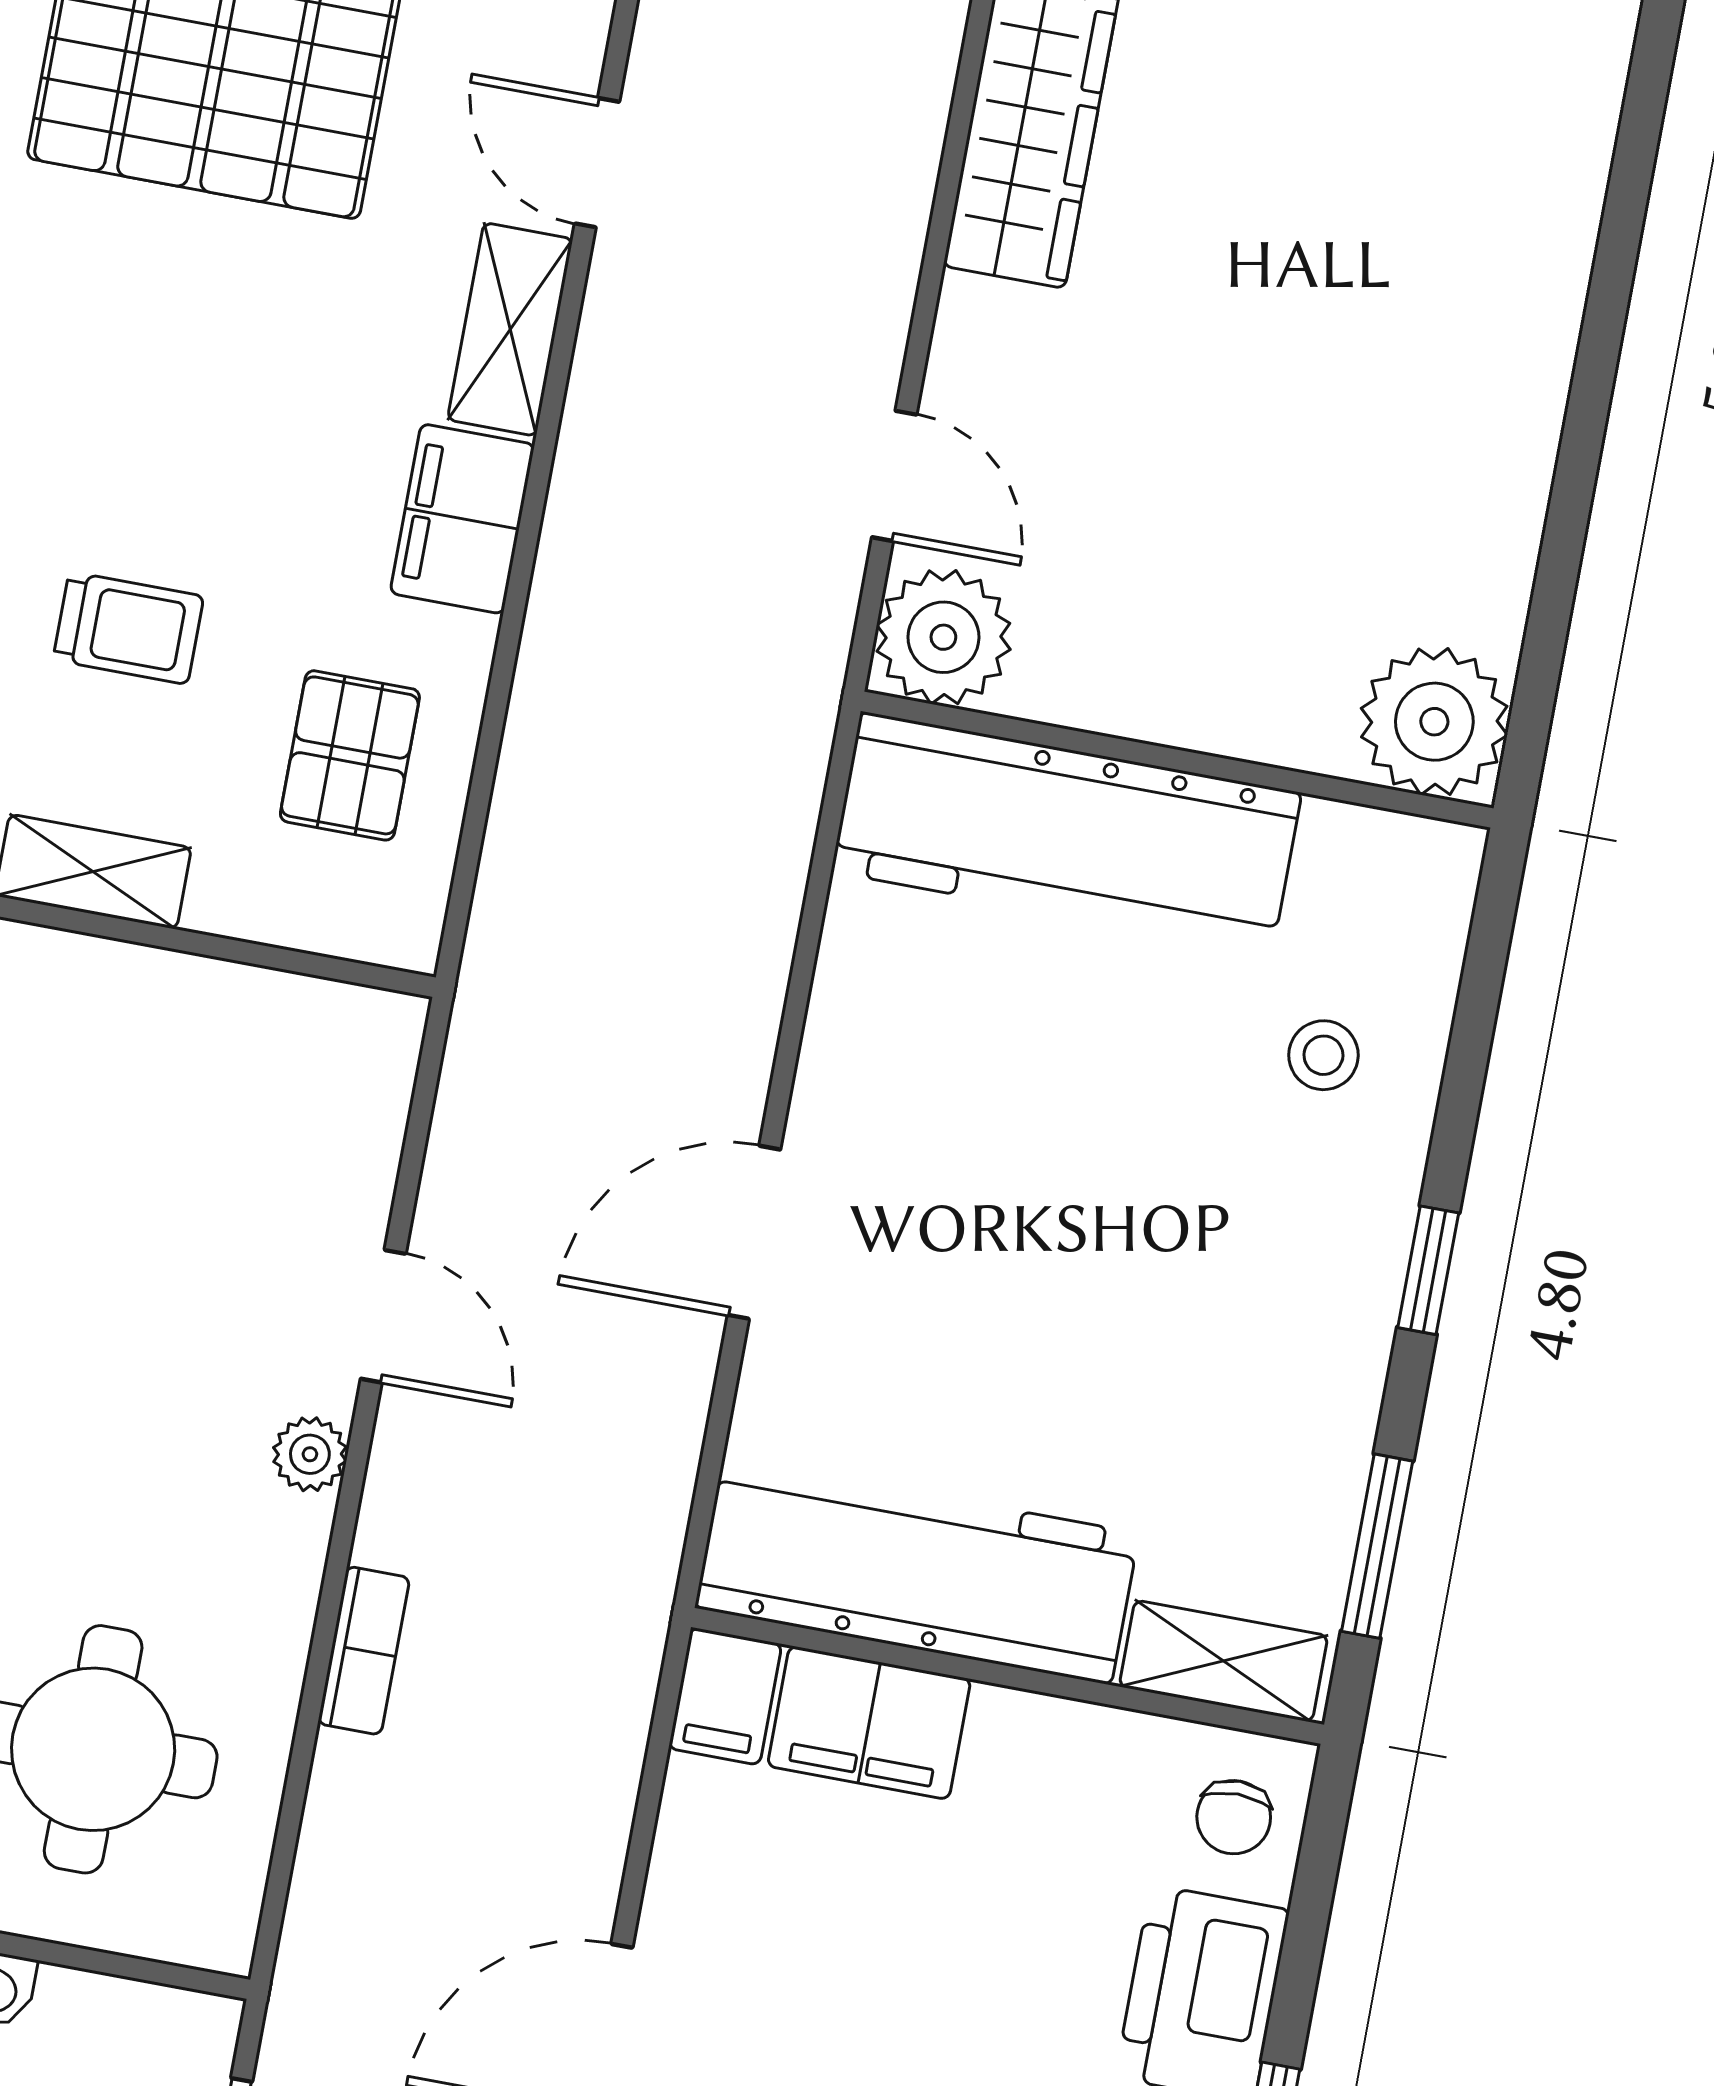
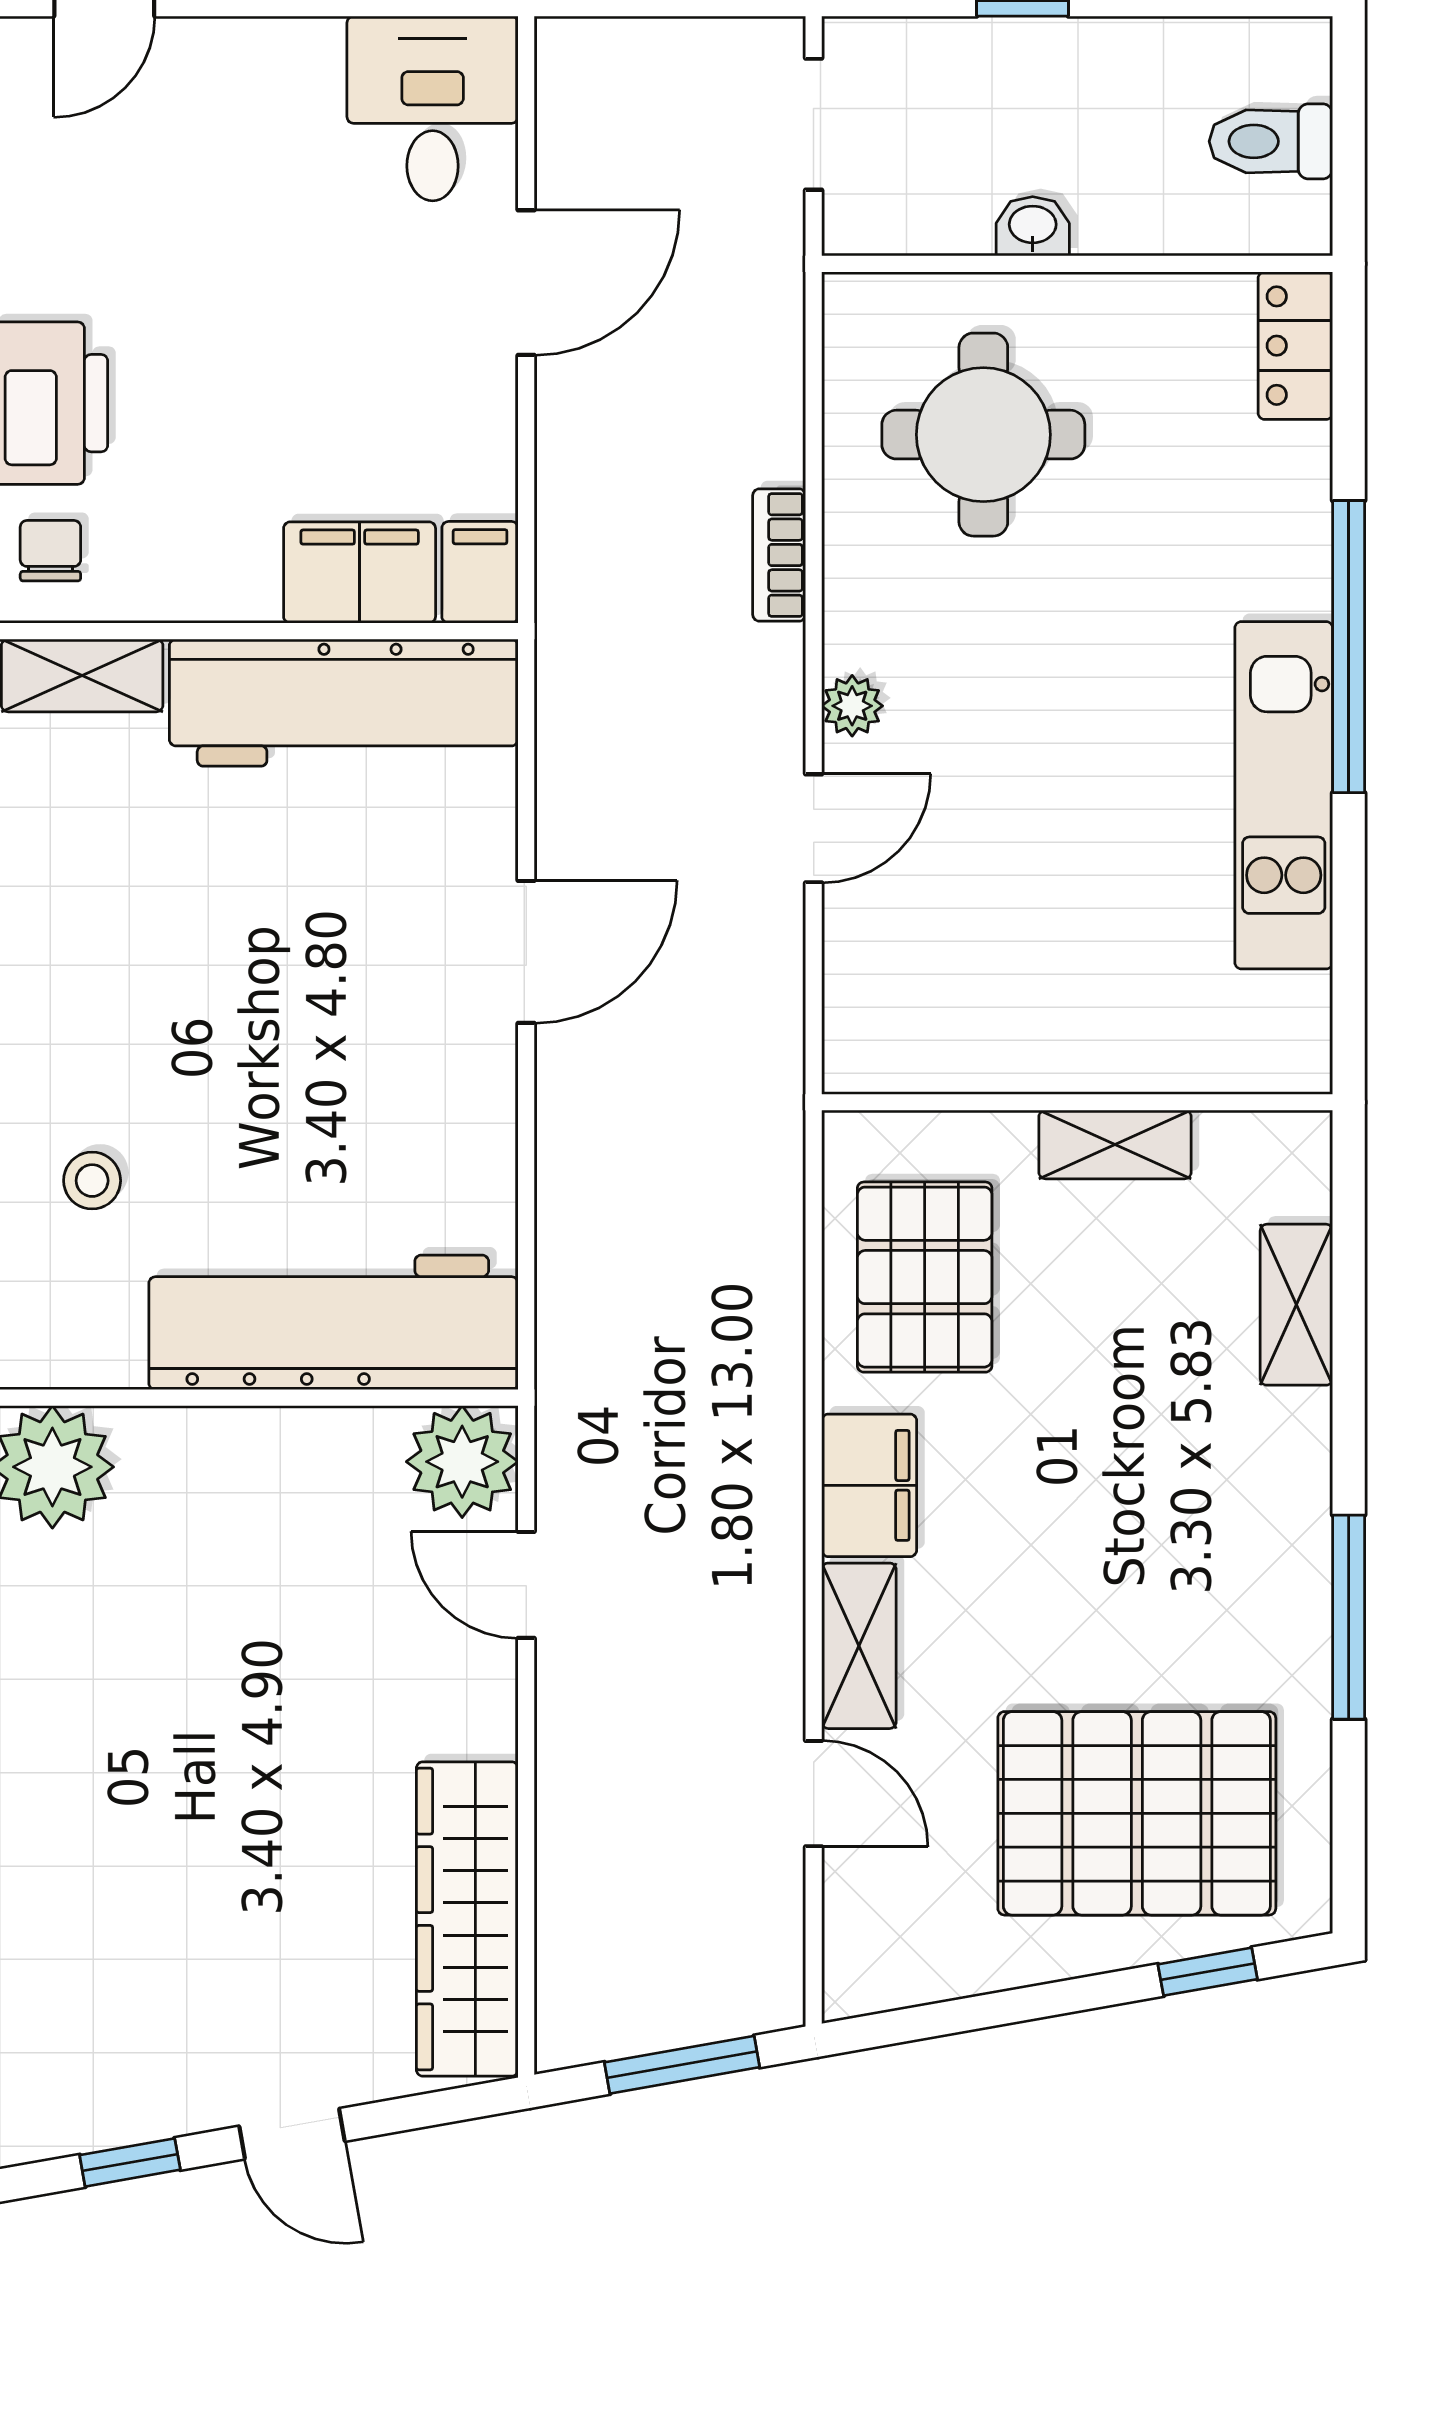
trolley: (128, 628) -> (1123, 1347), removed
pallet: (350, 755) -> (925, 1277), width x1.50, depth x1.42
door: (383, 1316) -> (814, 828), swing flipped

